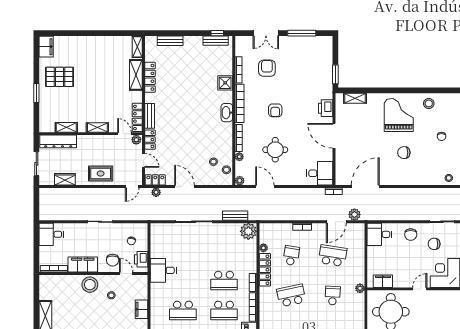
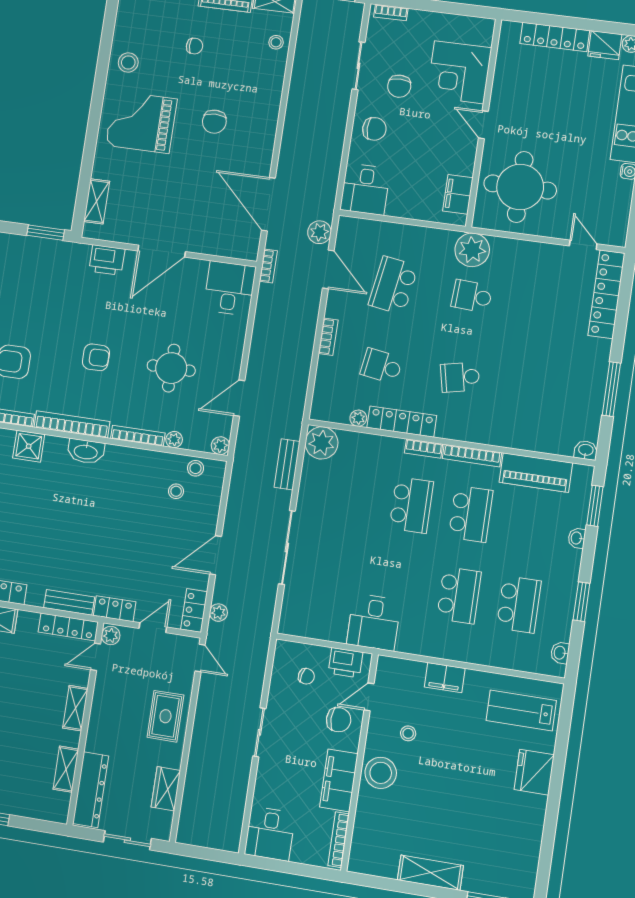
plant: (360, 288) -> (472, 250), width x1.87, depth x1.87
school desk: (291, 295) -> (460, 377), width x0.54

